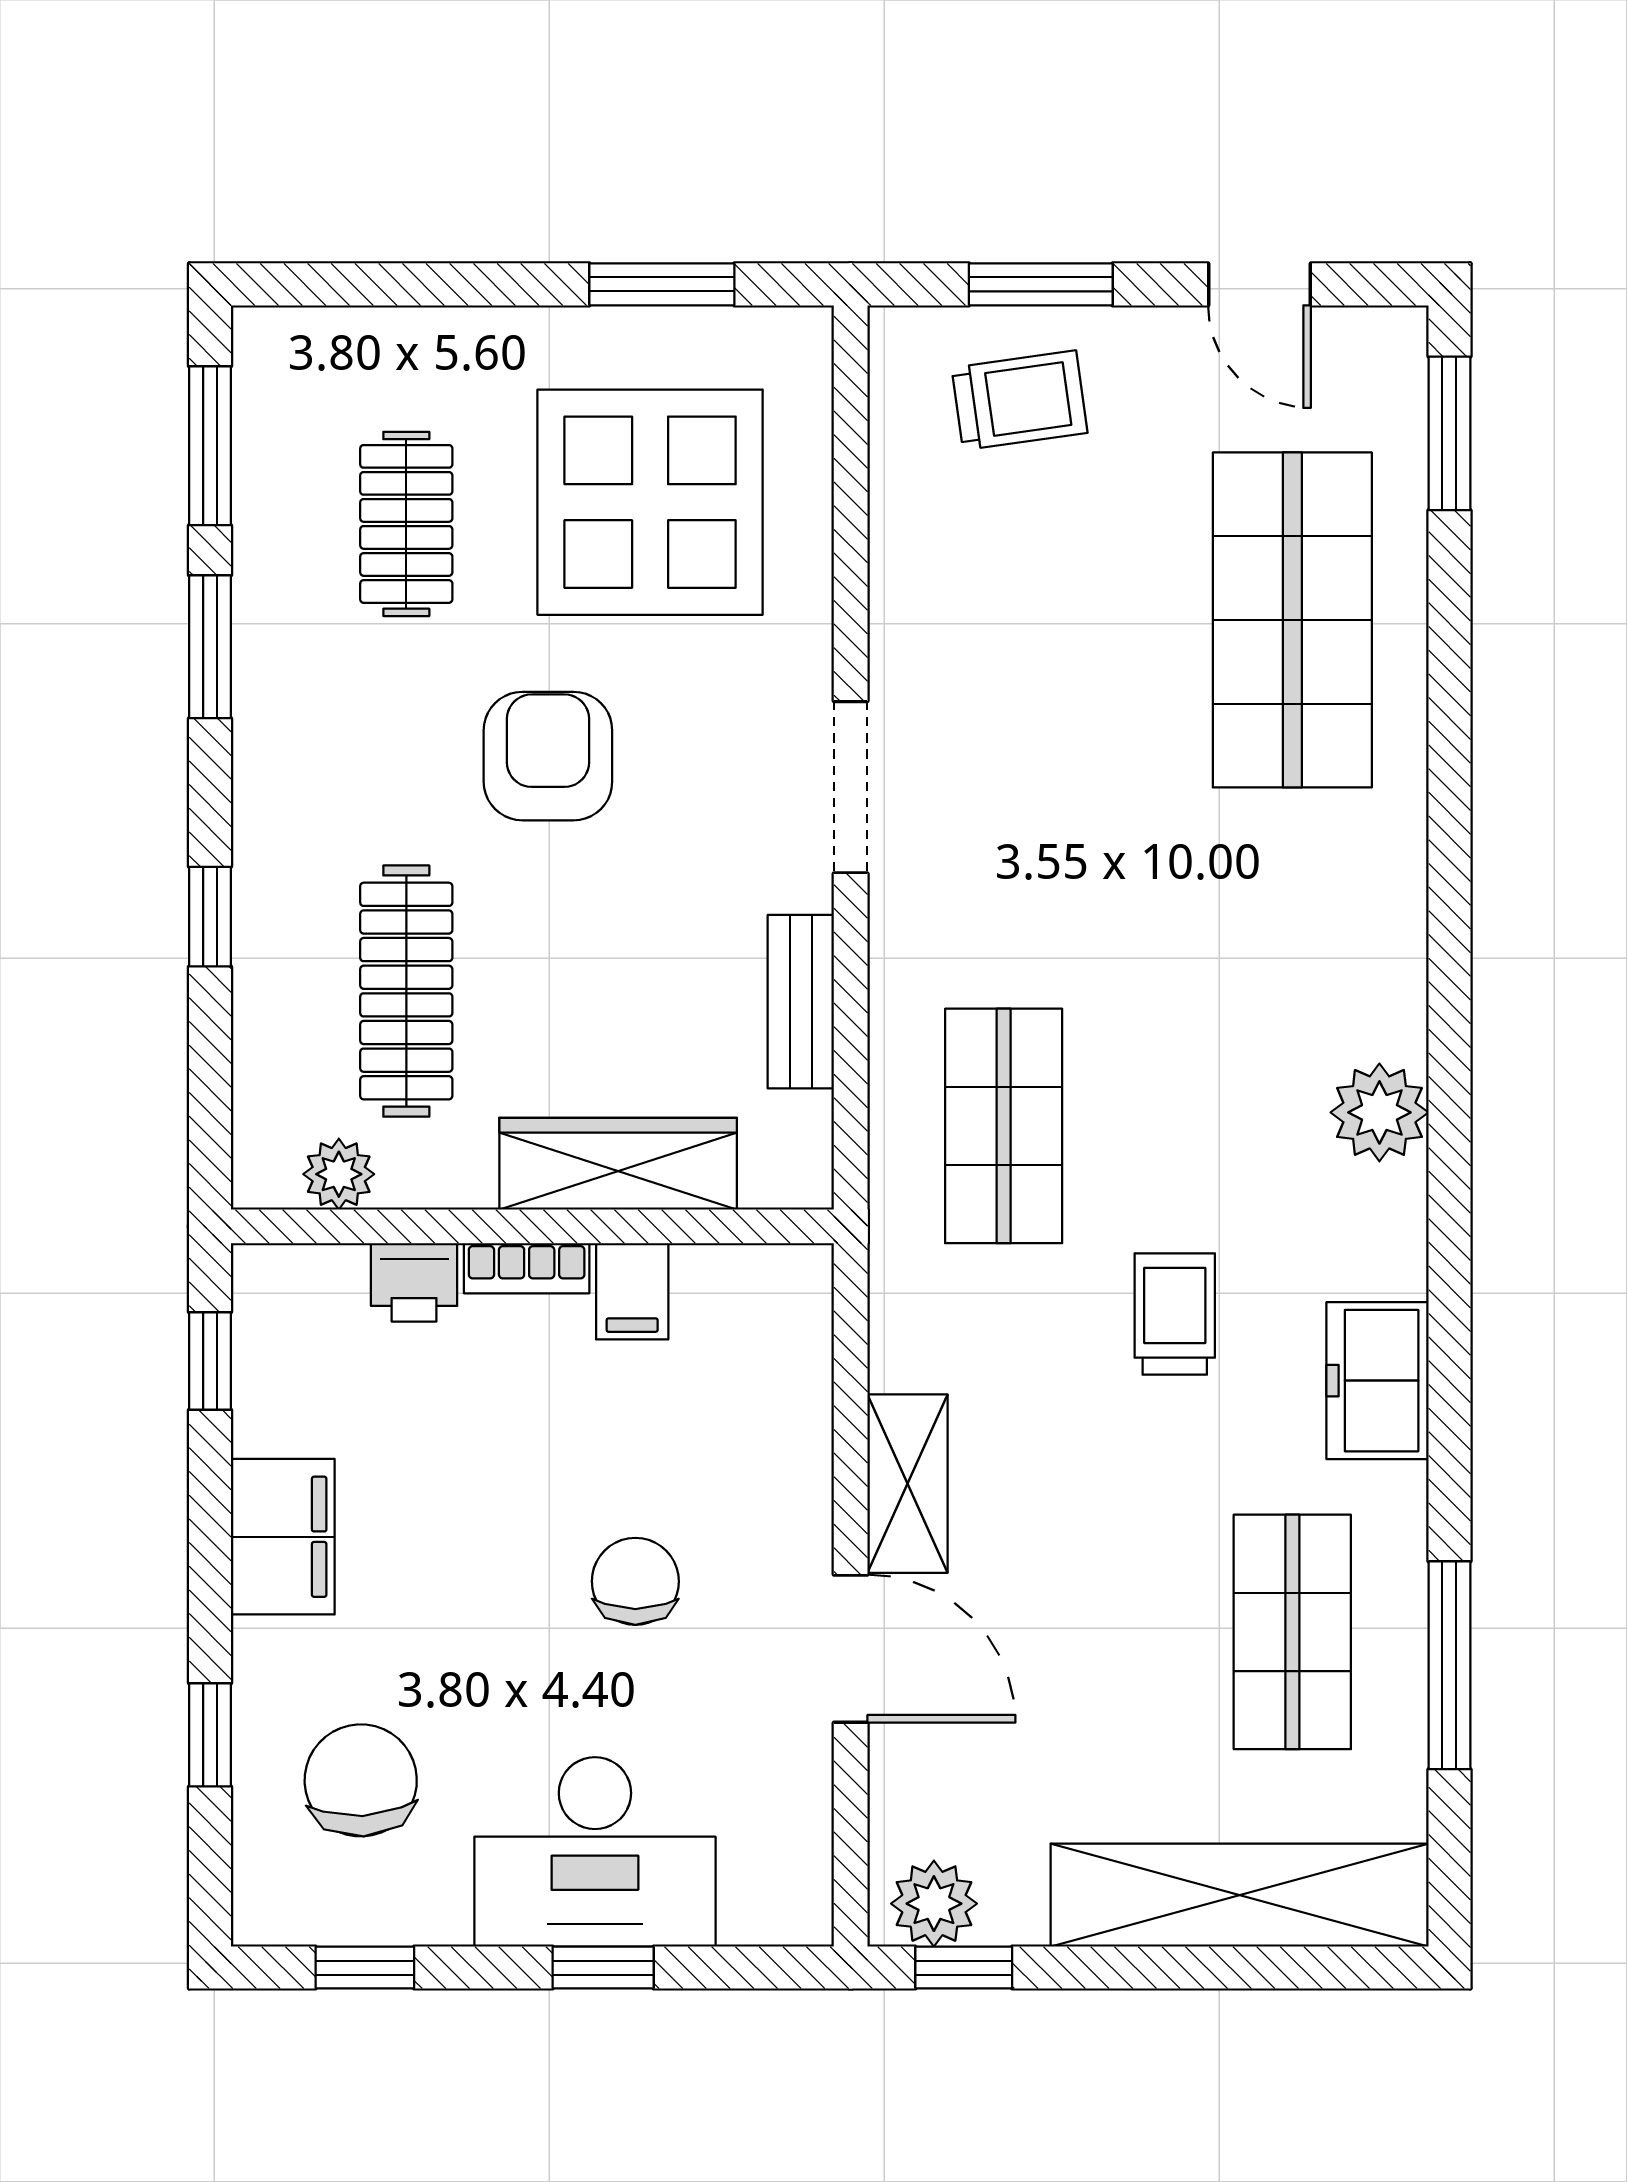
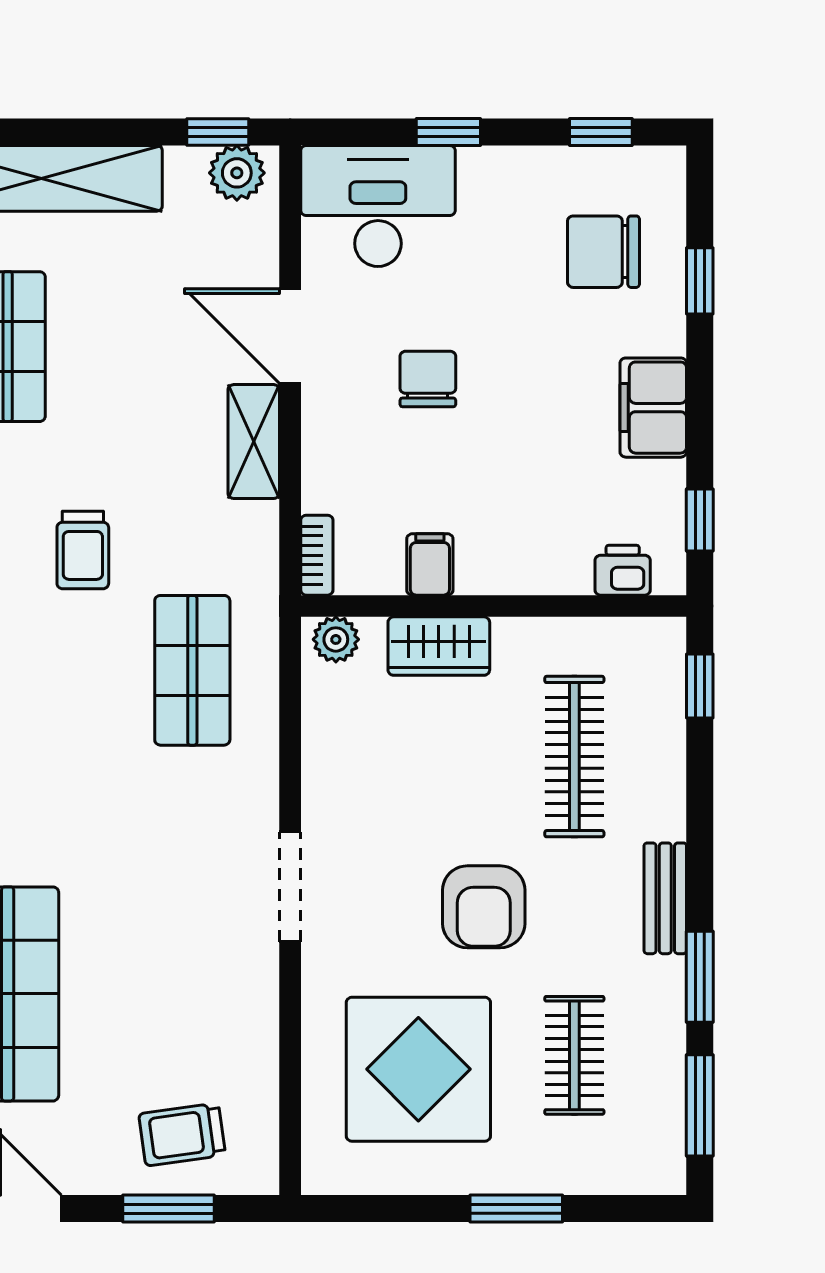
window: (662, 284) -> (516, 1209), moved
window: (210, 917) -> (700, 686), moved
bench: (801, 1002) -> (665, 898), moved
wardrobe: (618, 1164) -> (439, 646), width x0.67
plant: (339, 1174) -> (336, 639), moved
bookcase: (527, 1268) -> (317, 555), moved, turned 90
printer: (414, 1282) -> (623, 570), moved
chair: (635, 1581) -> (428, 379), turned 180
chair: (361, 1780) -> (603, 252), turned 93
desk: (595, 1852) -> (378, 206), moved

